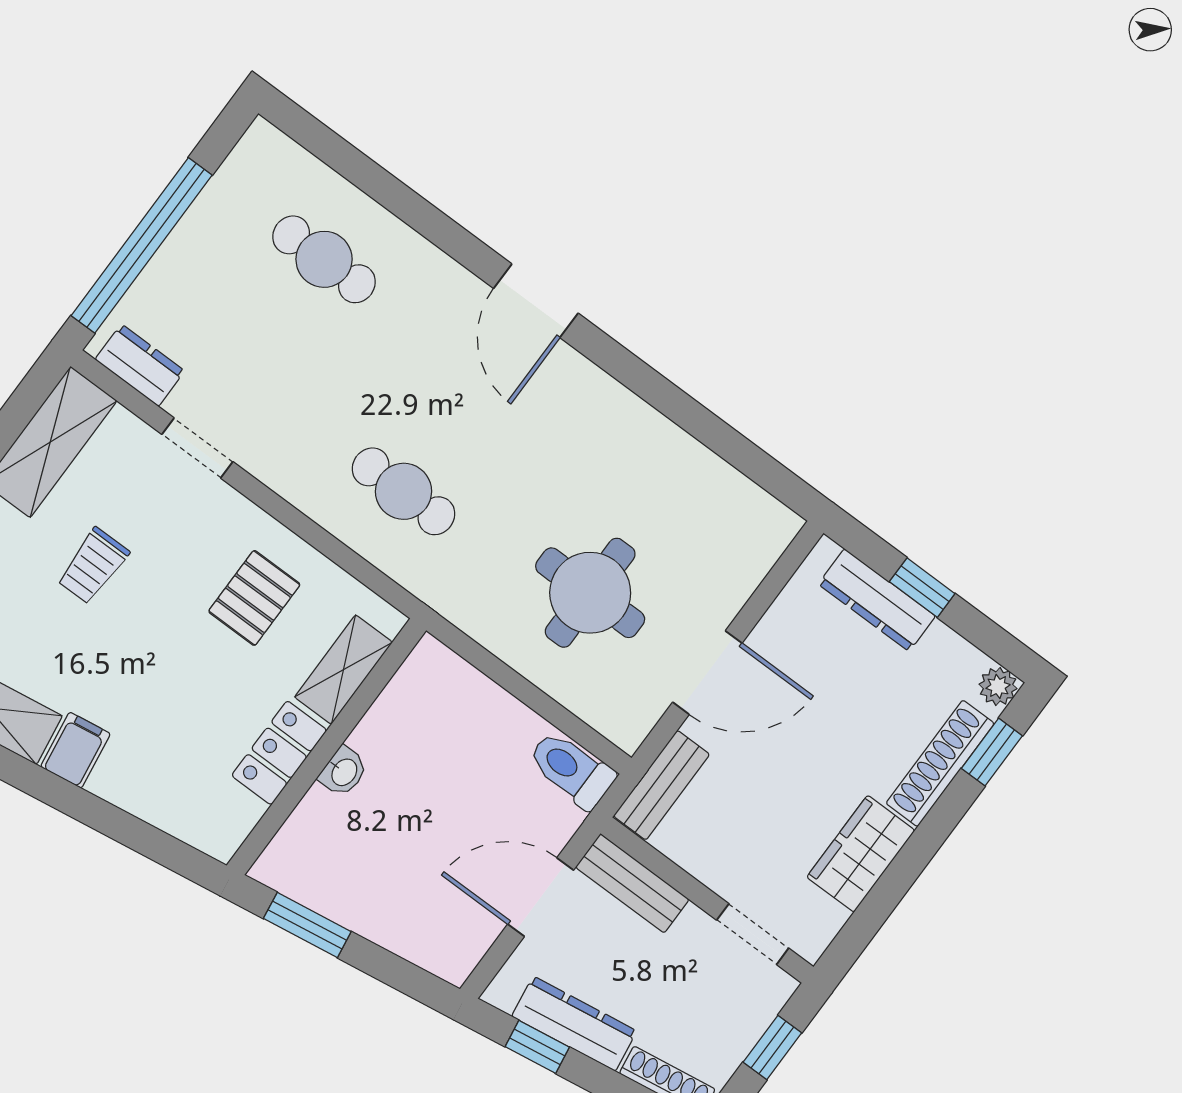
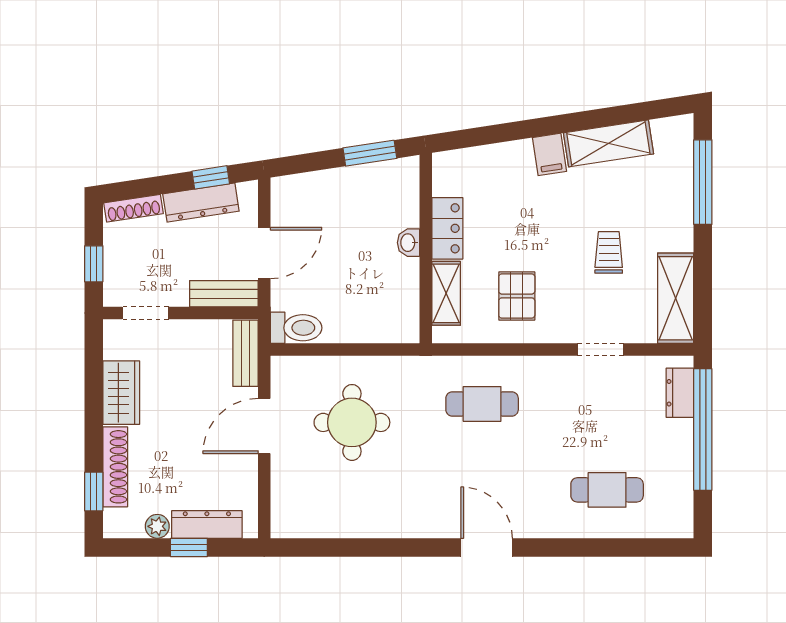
dresser: (140, 365) -> (680, 393), moved, turned 90
plant: (998, 686) -> (157, 526), moved

